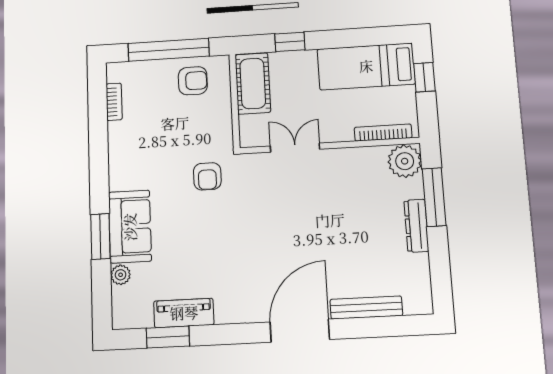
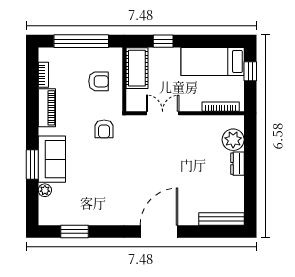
armchair: (193, 81) -> (99, 81), moved
plant: (405, 161) -> (233, 140), moved
window: (434, 197) -> (250, 151), removed
dresser: (416, 226) -> (237, 164), width x0.70
bench: (366, 307) -> (221, 219), moved
piano: (184, 313) -> (47, 108), moved, turned 90

